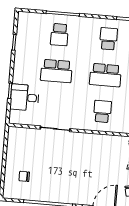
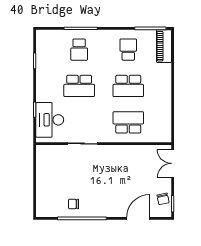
desk: (25, 98) -> (50, 120), width x1.37
school desk: (102, 111) -> (128, 122), width x1.85
chair: (24, 176) -> (74, 204), moved

